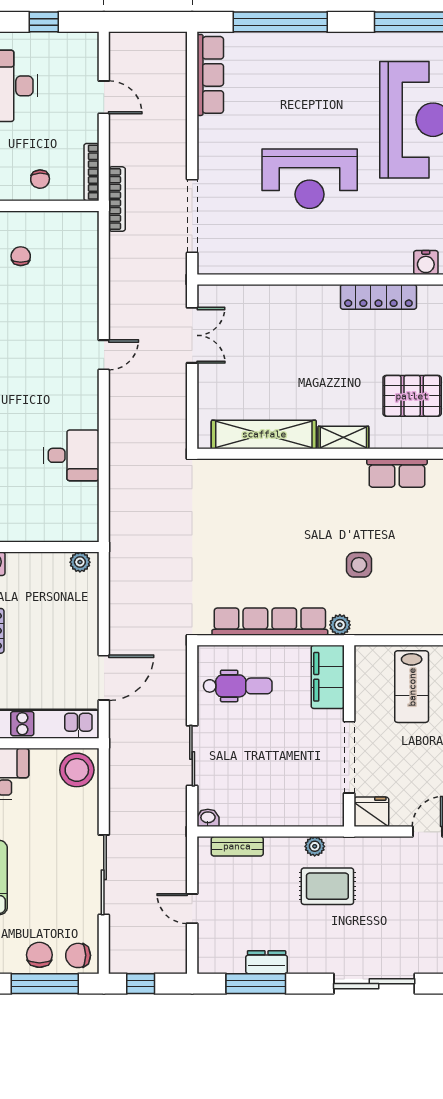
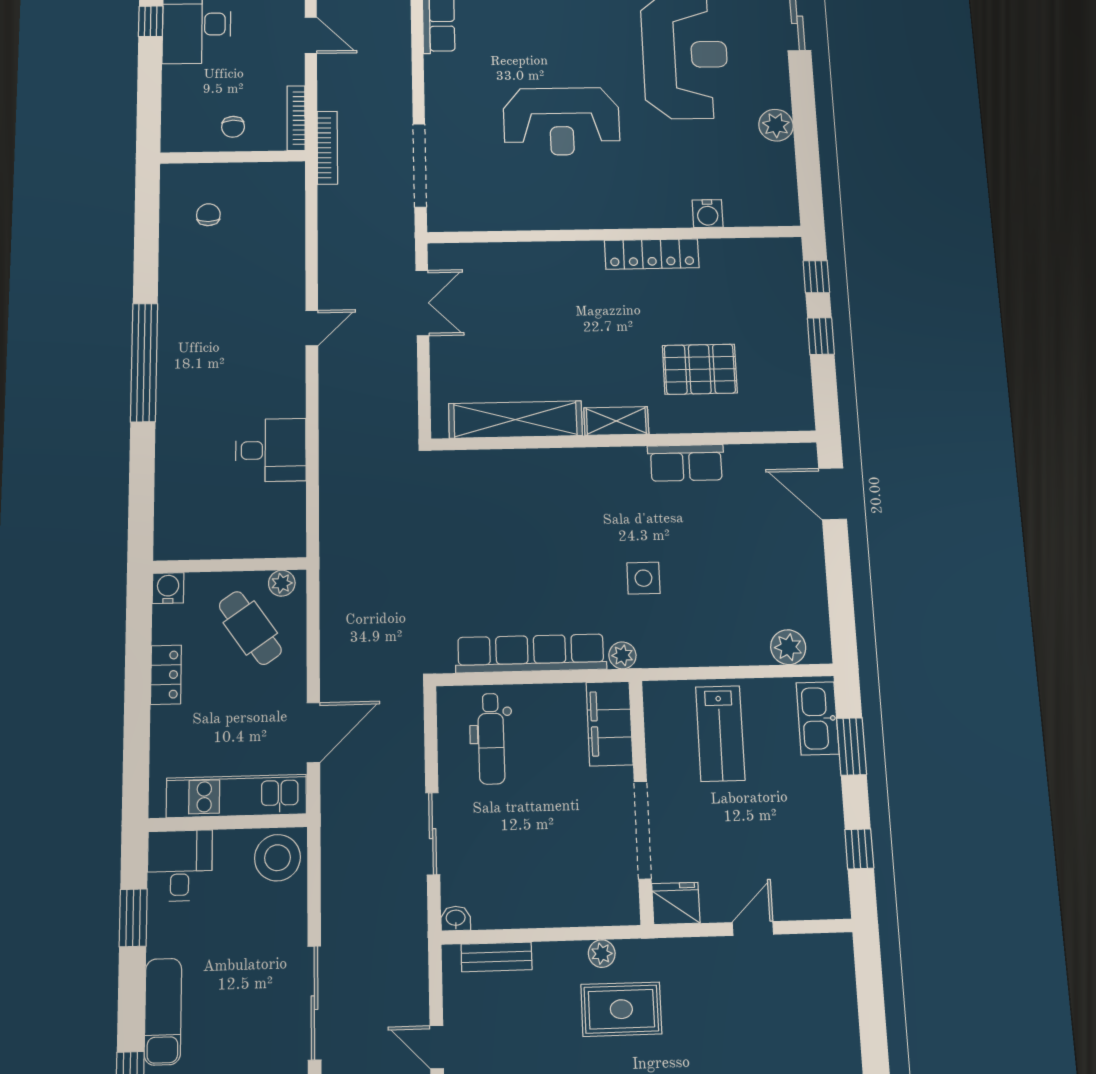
cafe table: (56, 596) -> (250, 628), added
dental chair: (238, 686) -> (491, 739), turned 90

